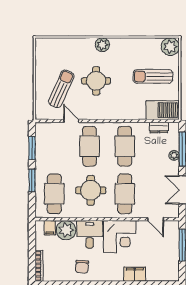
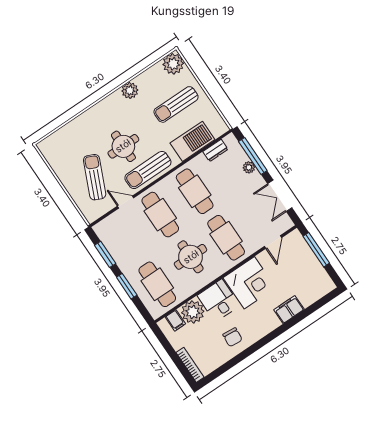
plant: (102, 45) -> (130, 90), moved
sun lounger: (102, 109) -> (148, 170), added
barbecue: (163, 110) -> (192, 141), moved
door: (156, 219) -> (273, 242), hinge flipped

